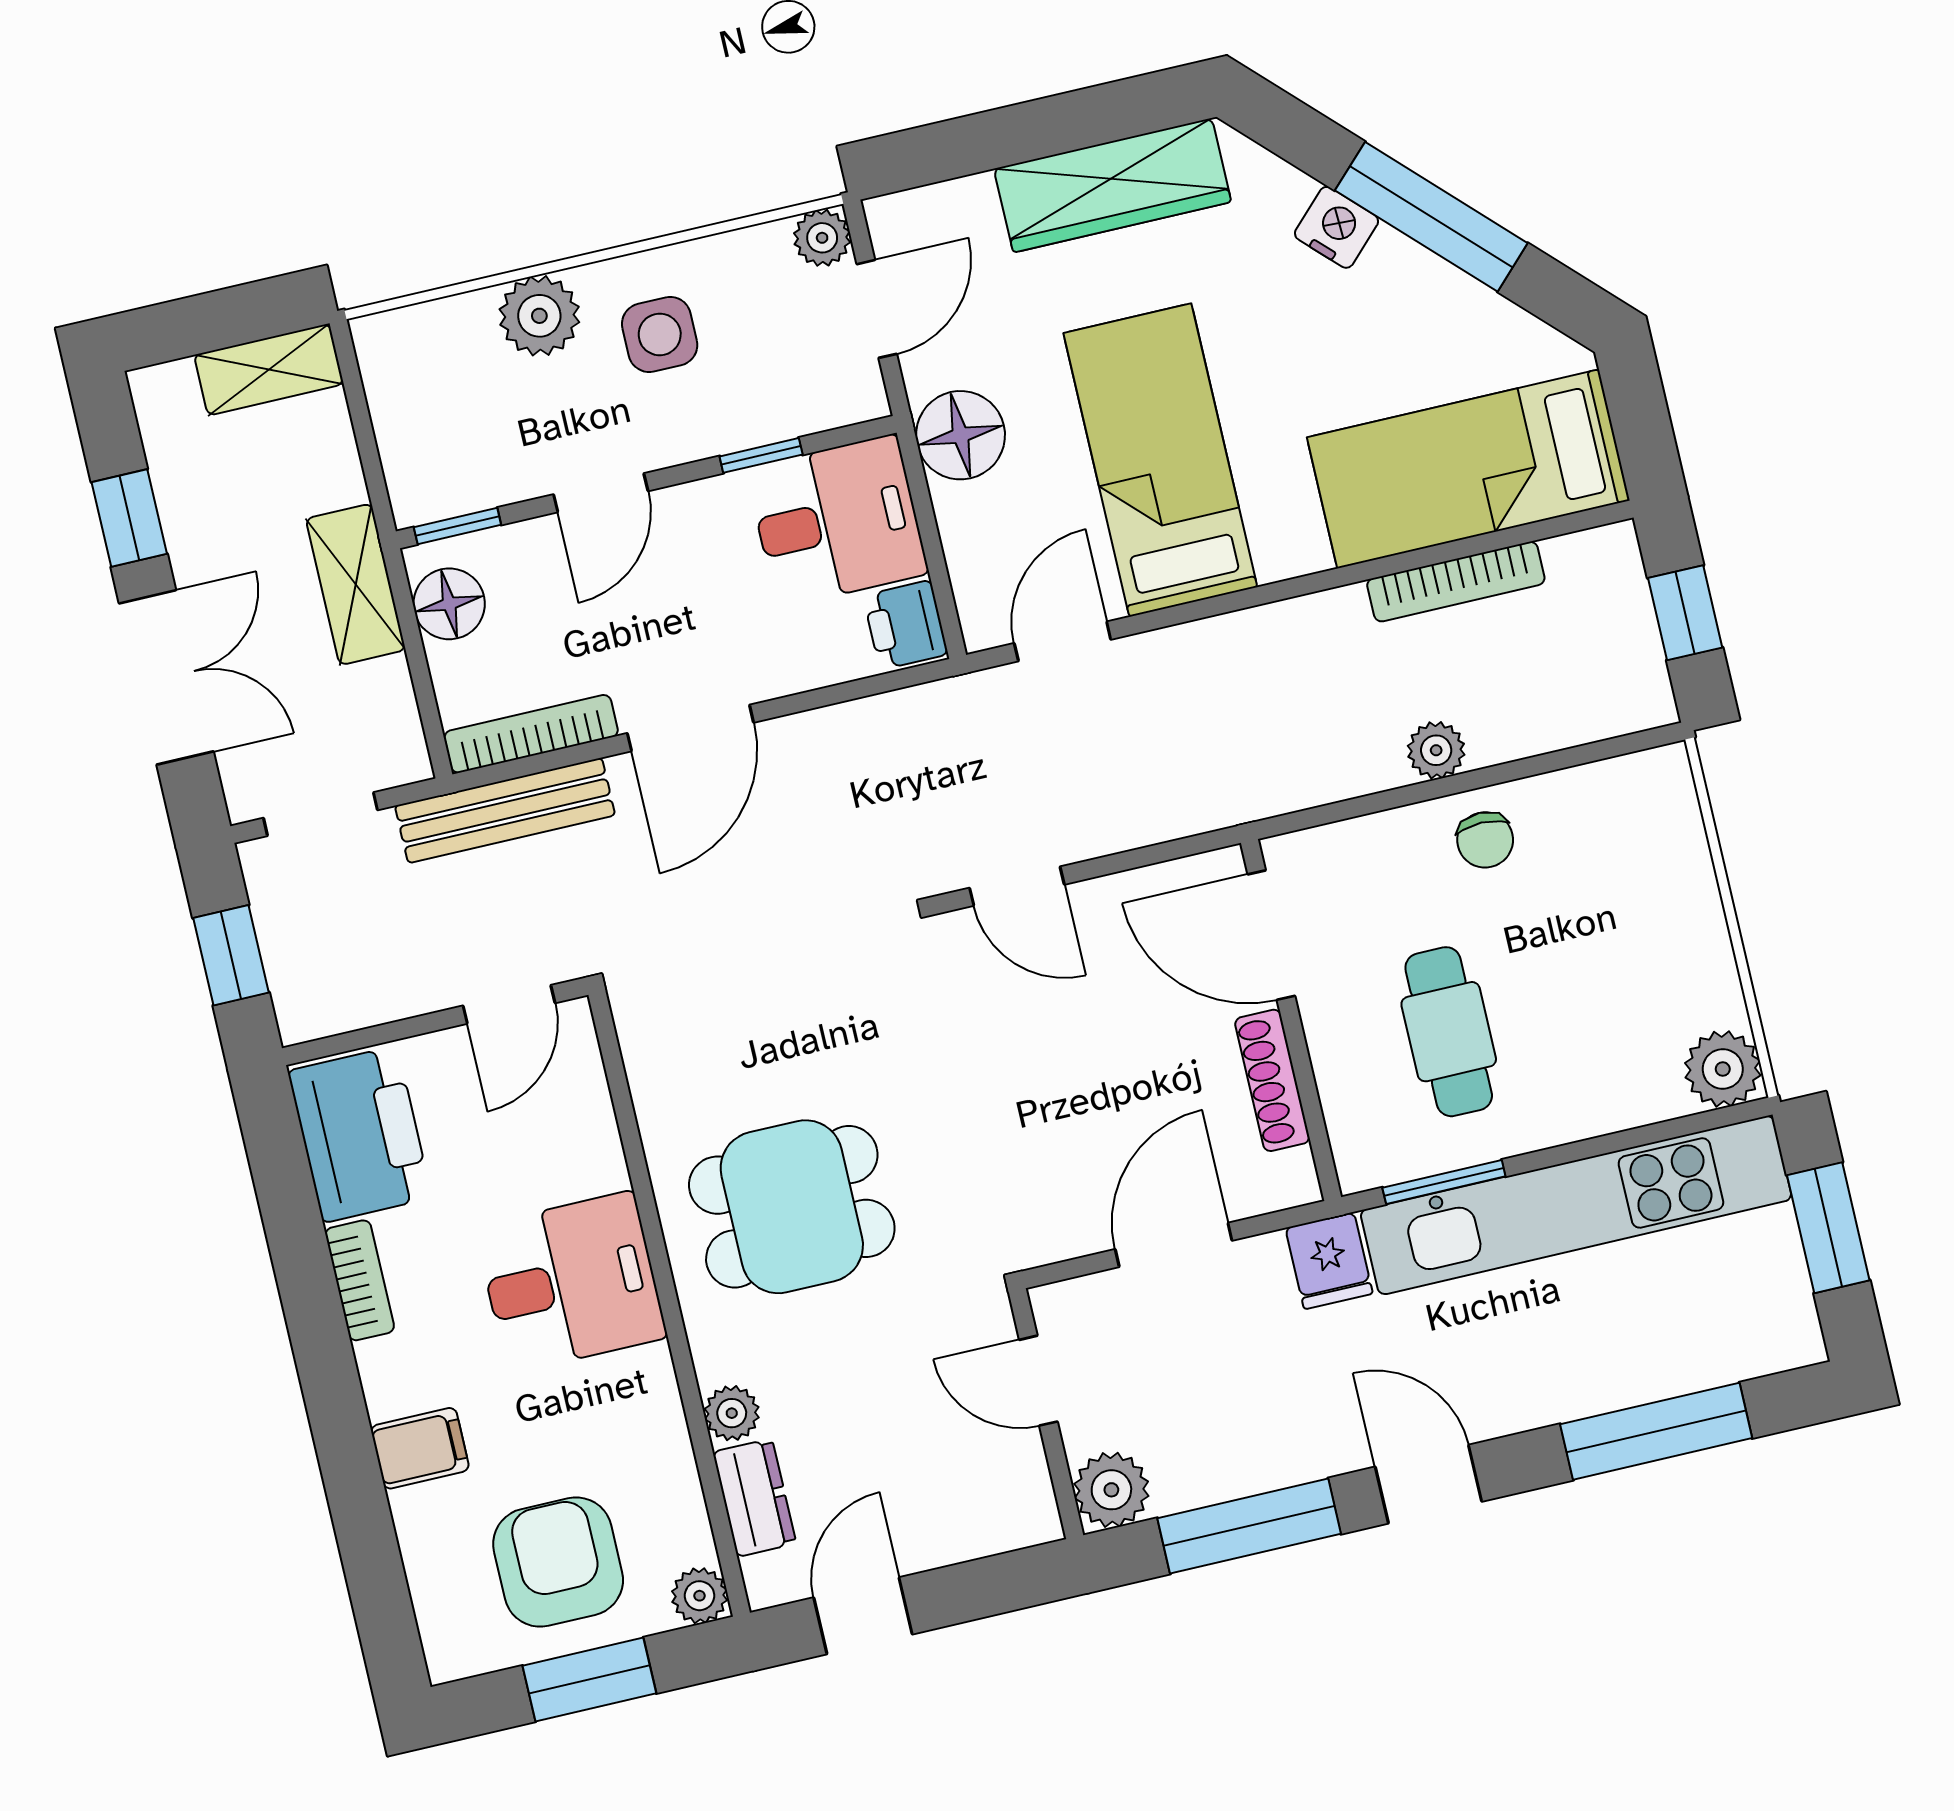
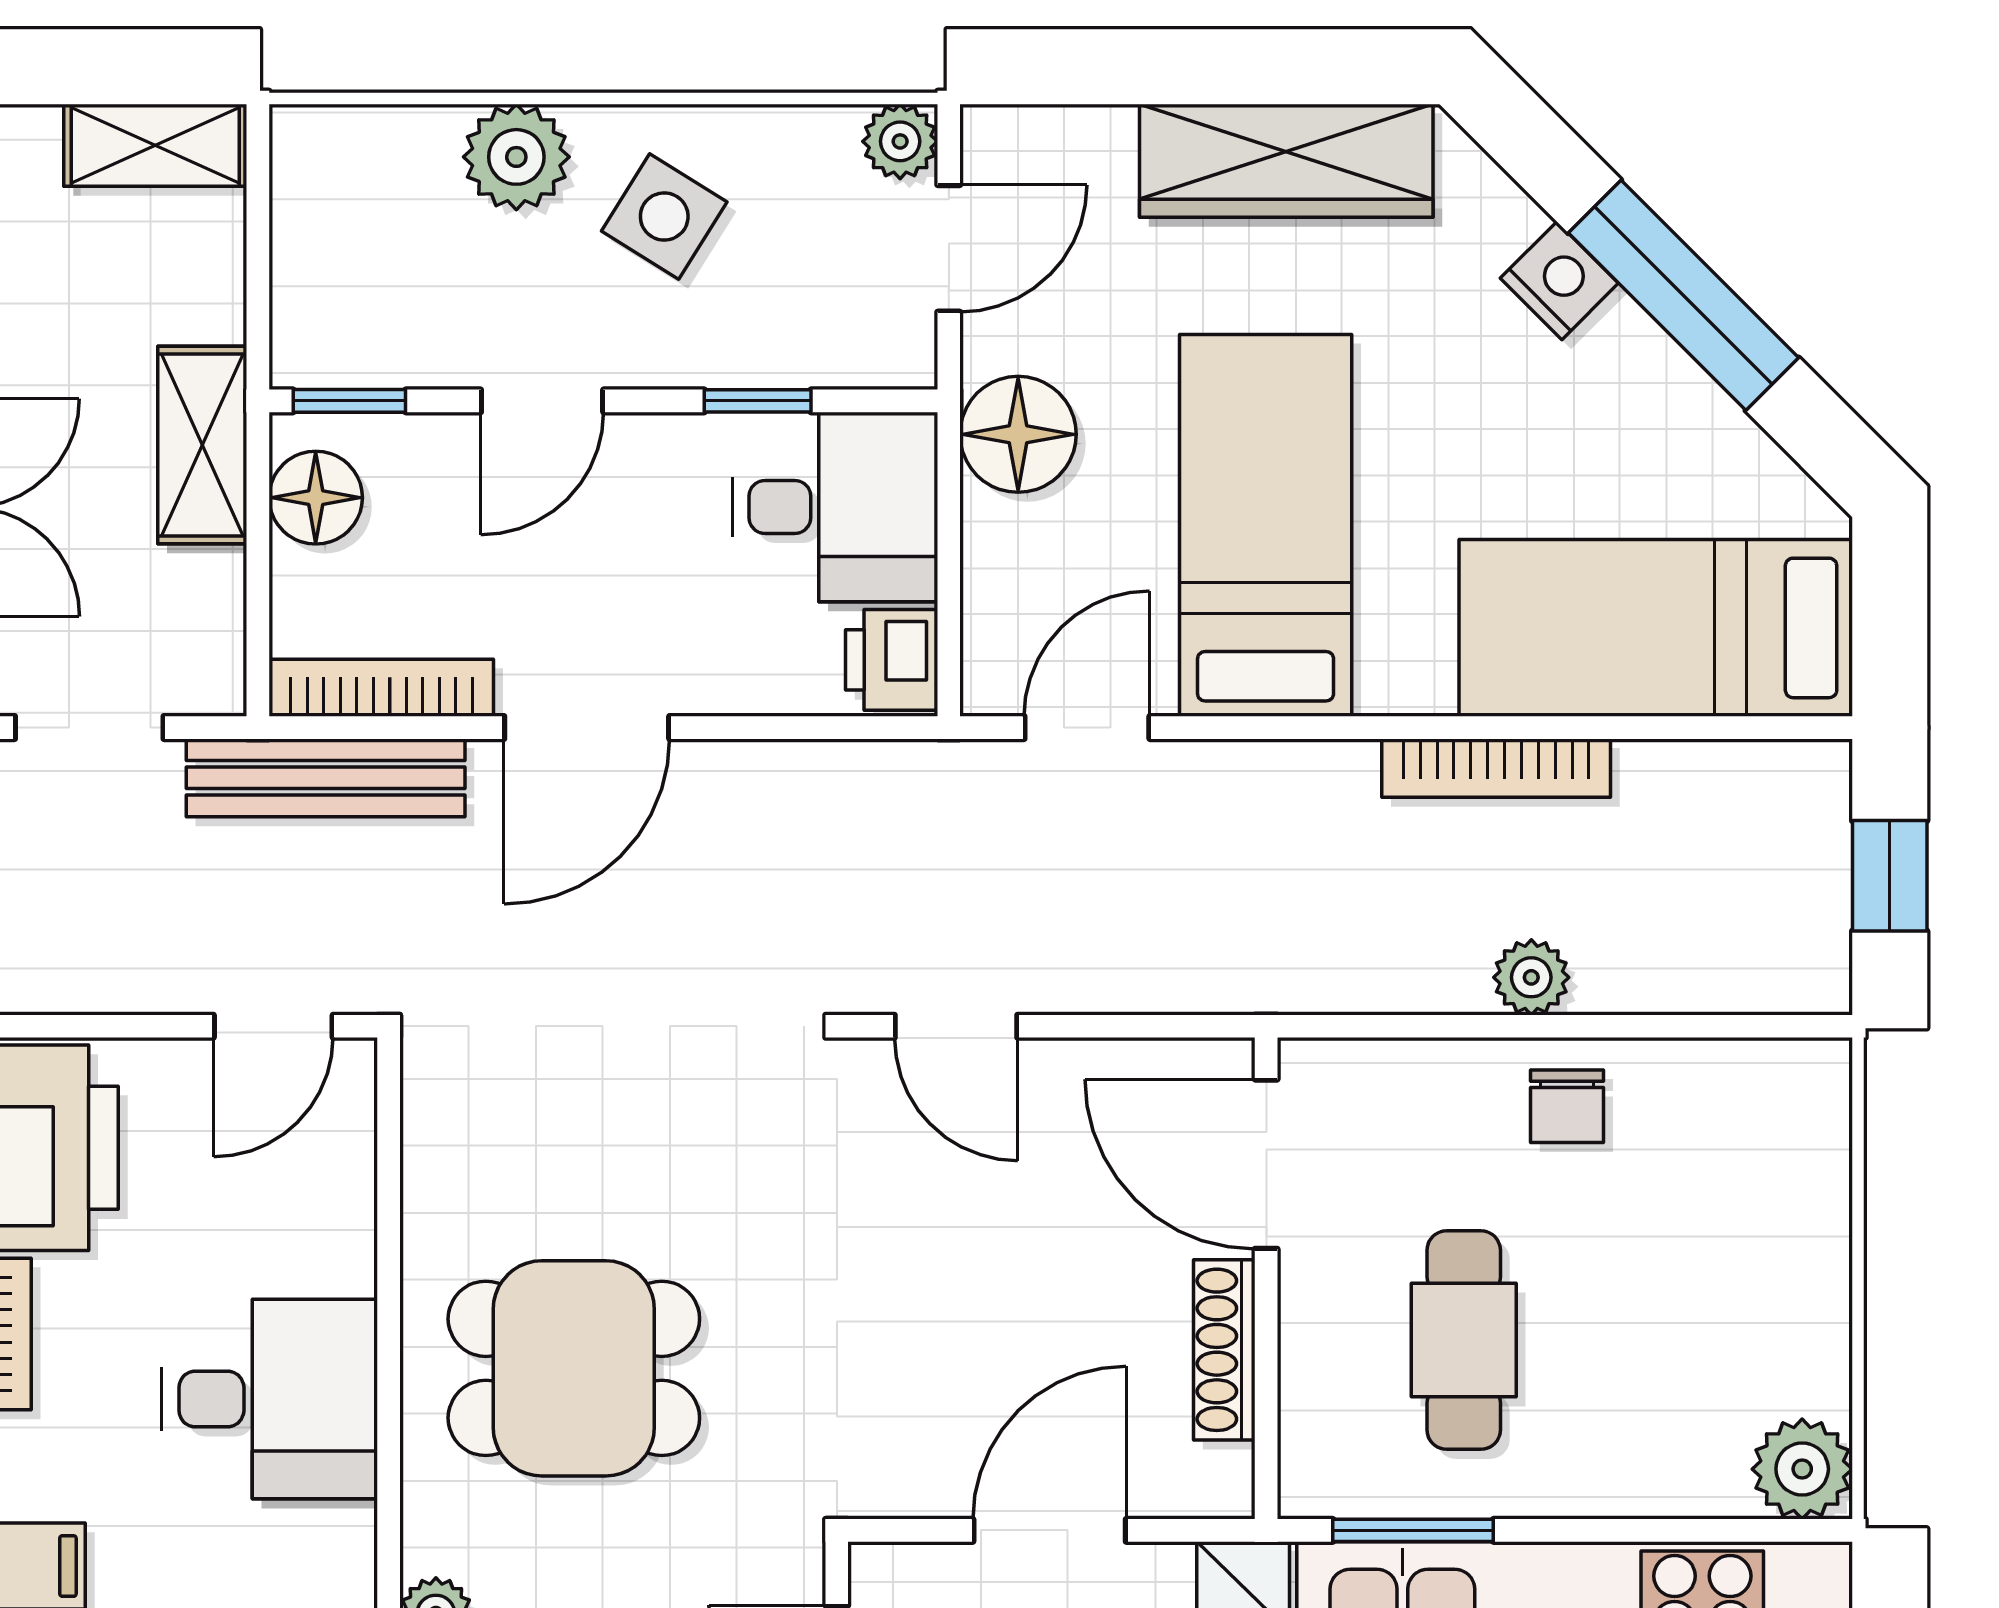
side table: (660, 334) -> (664, 217), turned 32
bookcase: (1456, 582) -> (1496, 768), moved

